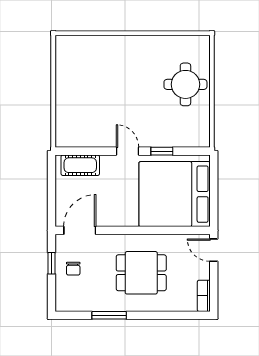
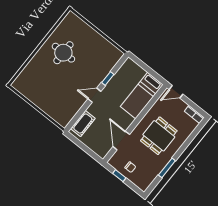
round table: (185, 84) -> (63, 53), moved
bed: (175, 194) -> (142, 95), width x0.49
door: (80, 230) -> (121, 141), moved

